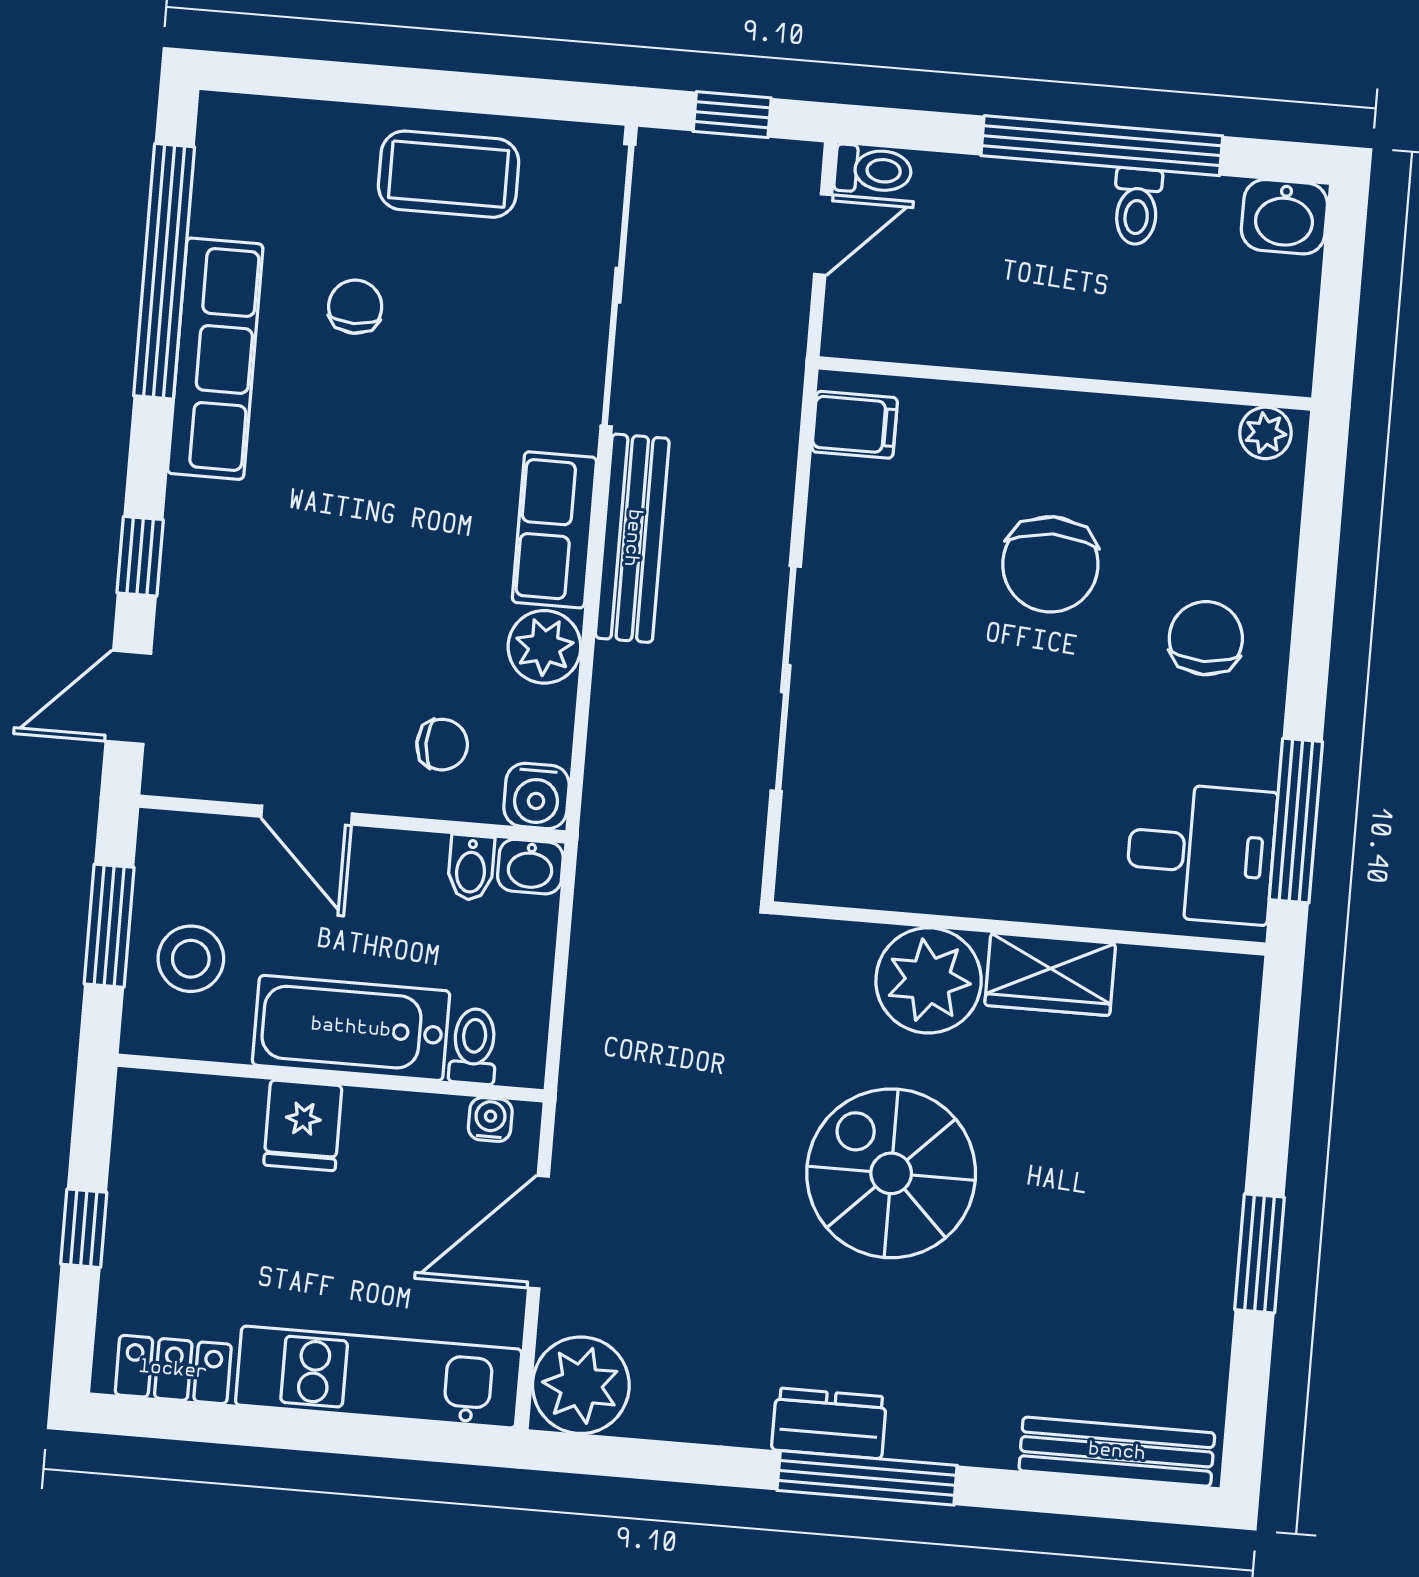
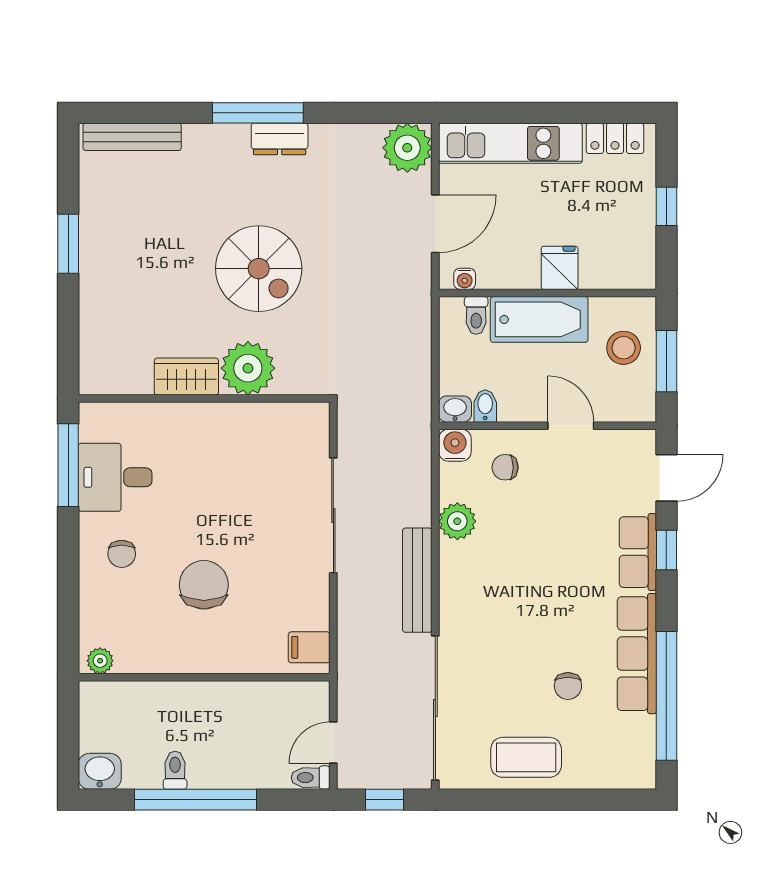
row of seats: (554, 530) -> (638, 552), moved, turned 180
chair: (1206, 638) -> (122, 554), width x0.73, depth x0.73
desk: (1201, 853) -> (115, 477), moved

